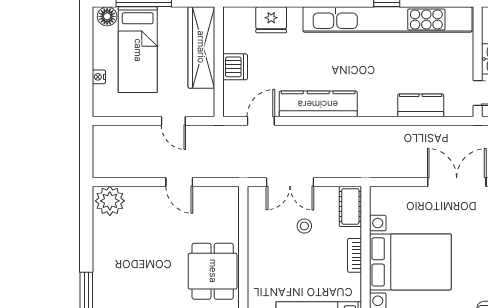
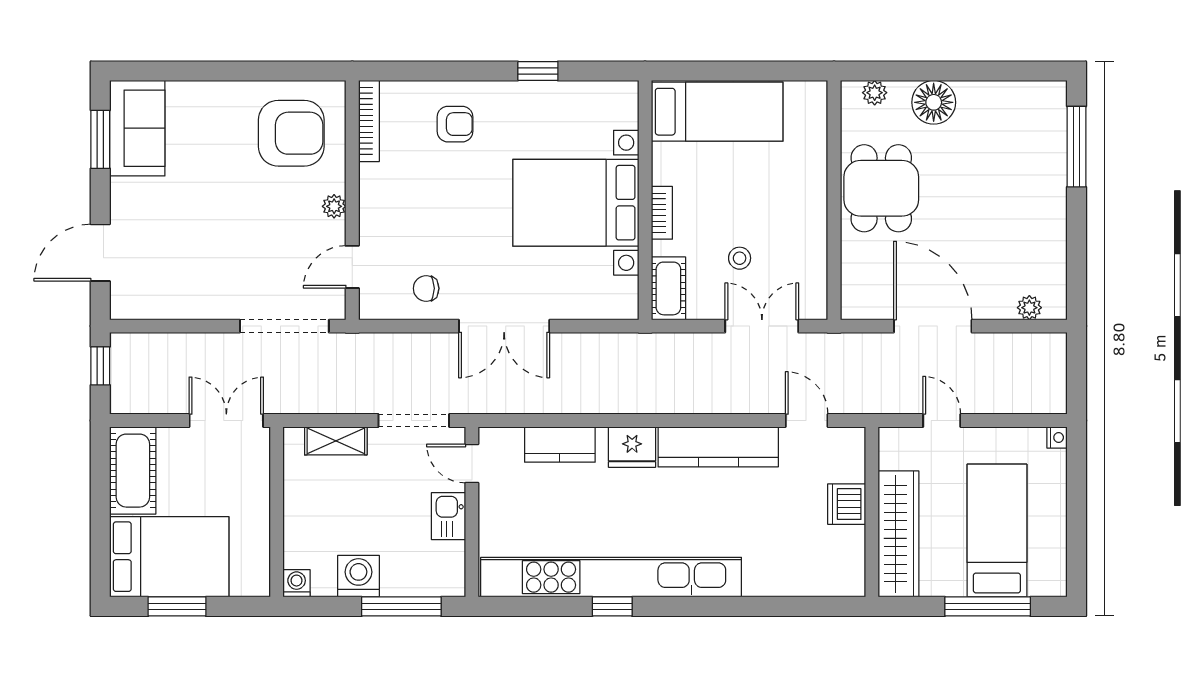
floor lamp: (107, 16) -> (1044, 582), removed
fridge: (271, 20) -> (632, 447), moved, turned 180
nightstand: (99, 77) -> (1057, 437), moved
door: (261, 121) -> (807, 421), swing flipped
door: (179, 182) -> (933, 326), width x1.87
plant: (110, 201) -> (1029, 308), width x0.53, depth x0.53

